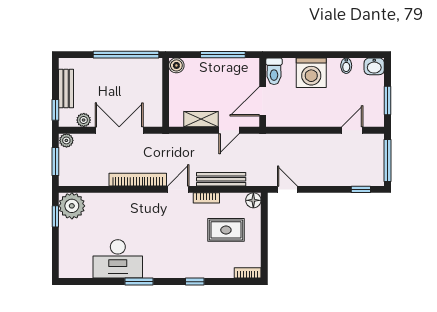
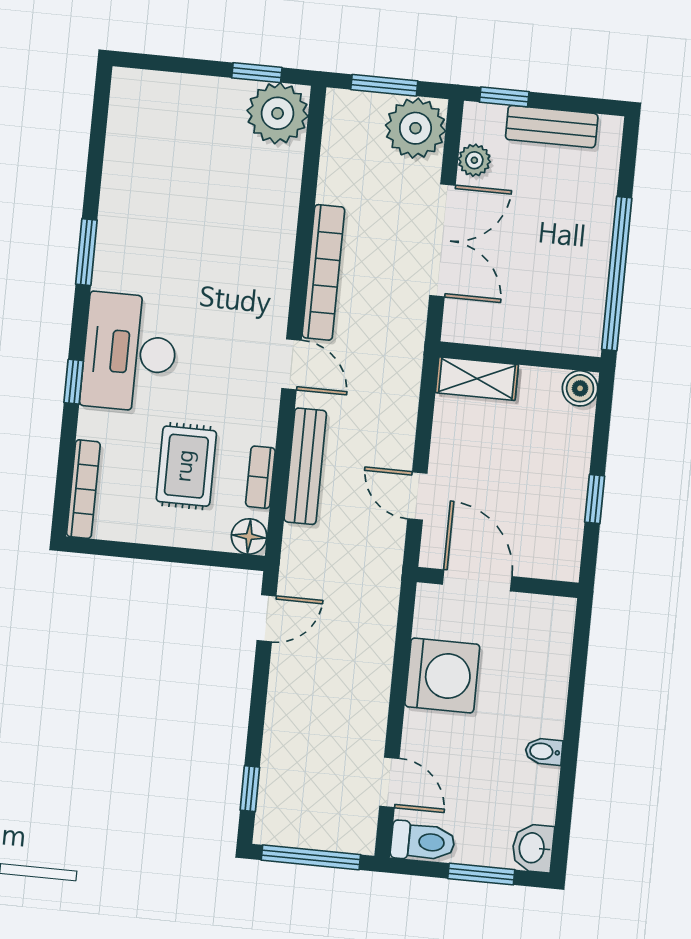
window: (223, 55) -> (595, 499), width x0.46
bidet: (346, 66) -> (544, 752), moved
toilet: (274, 71) -> (423, 842), moved, turned 180
washing machine: (311, 73) -> (442, 675), moved, turned 180
window: (388, 101) -> (481, 874), moved
shelving: (201, 119) -> (477, 379), moved, turned 90
plant: (66, 140) -> (415, 128), width x1.88, depth x1.88
bookcase: (206, 198) -> (260, 477), moved
desk: (118, 259) -> (130, 352), moved
bookcase: (248, 273) -> (83, 489), width x1.56

